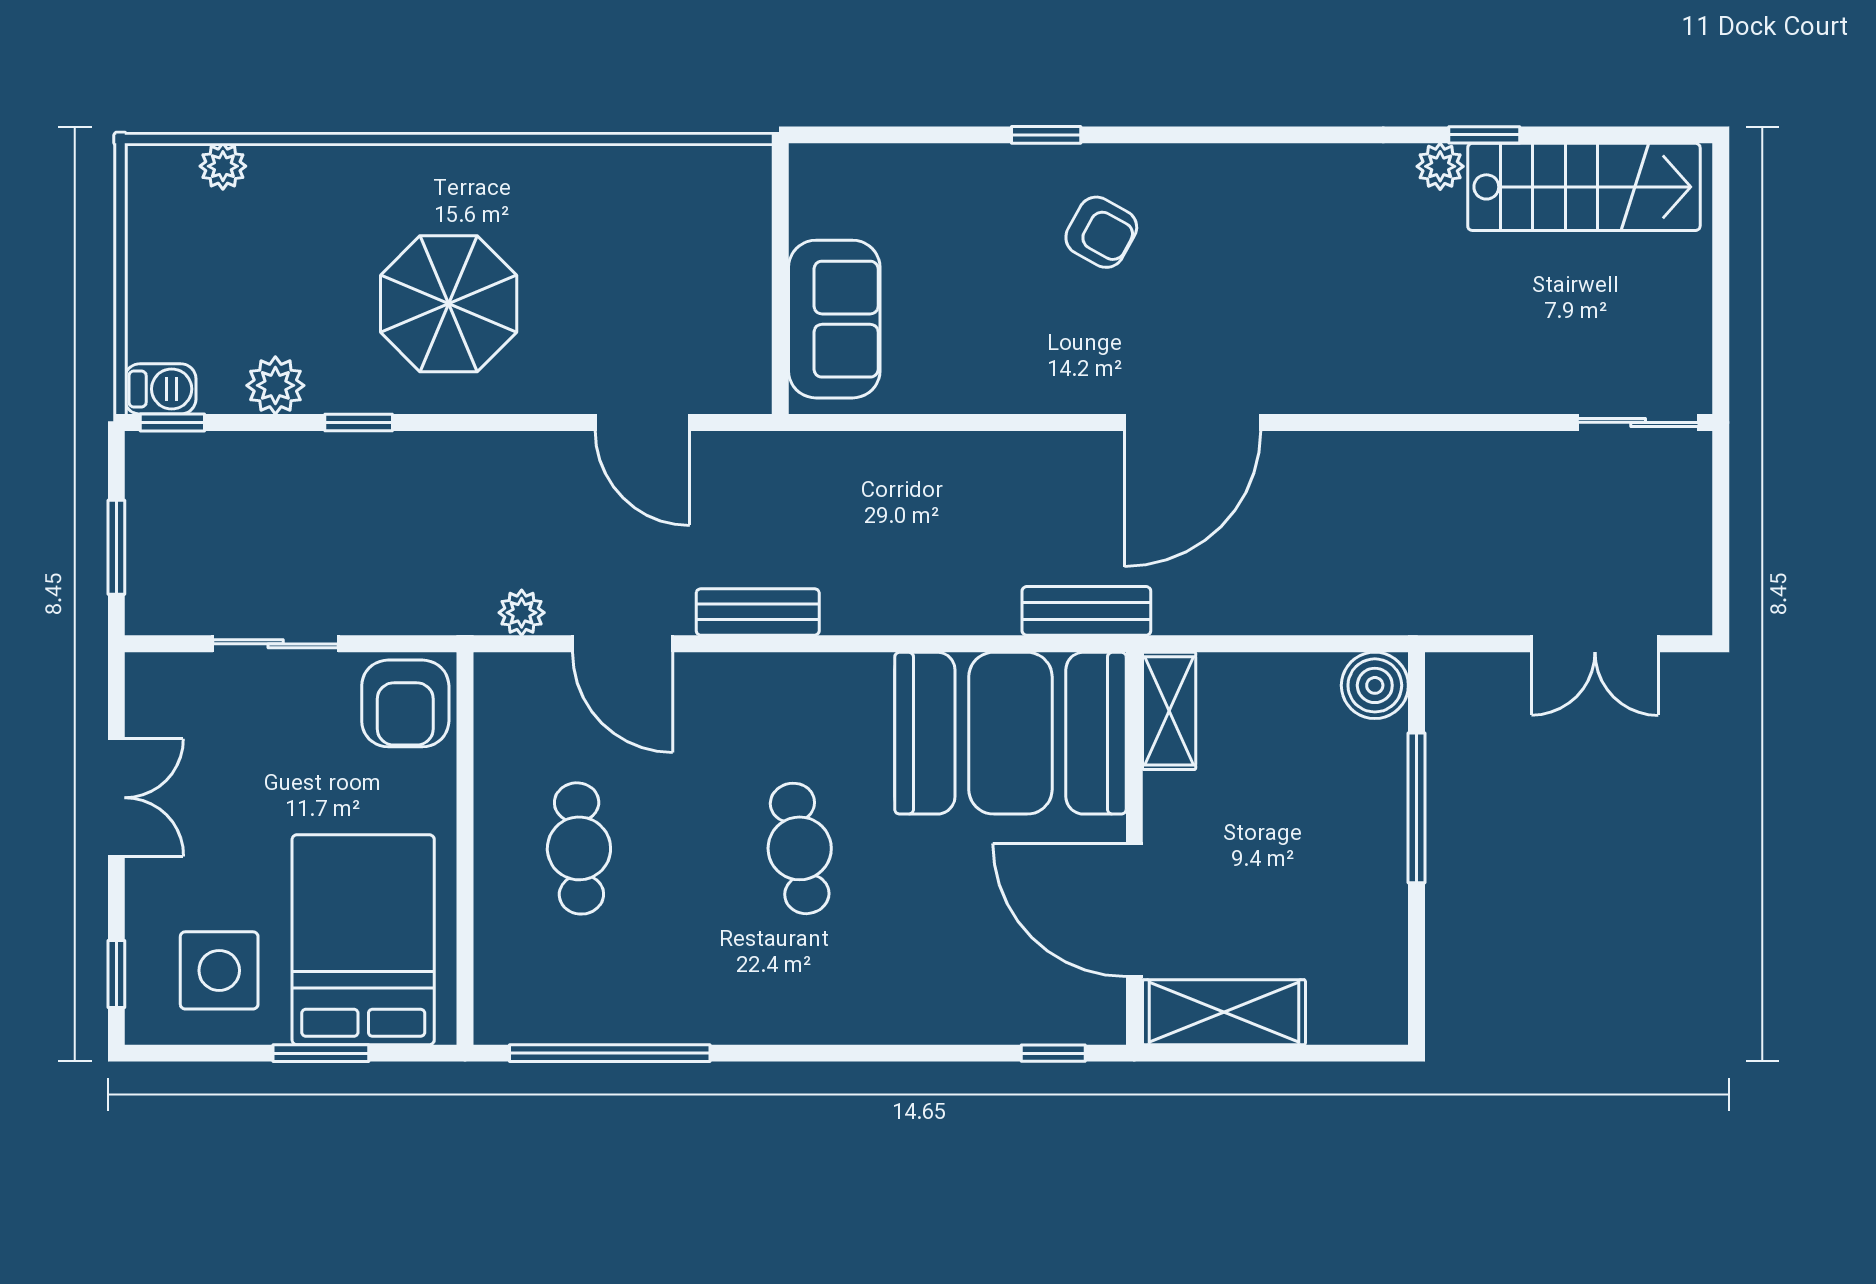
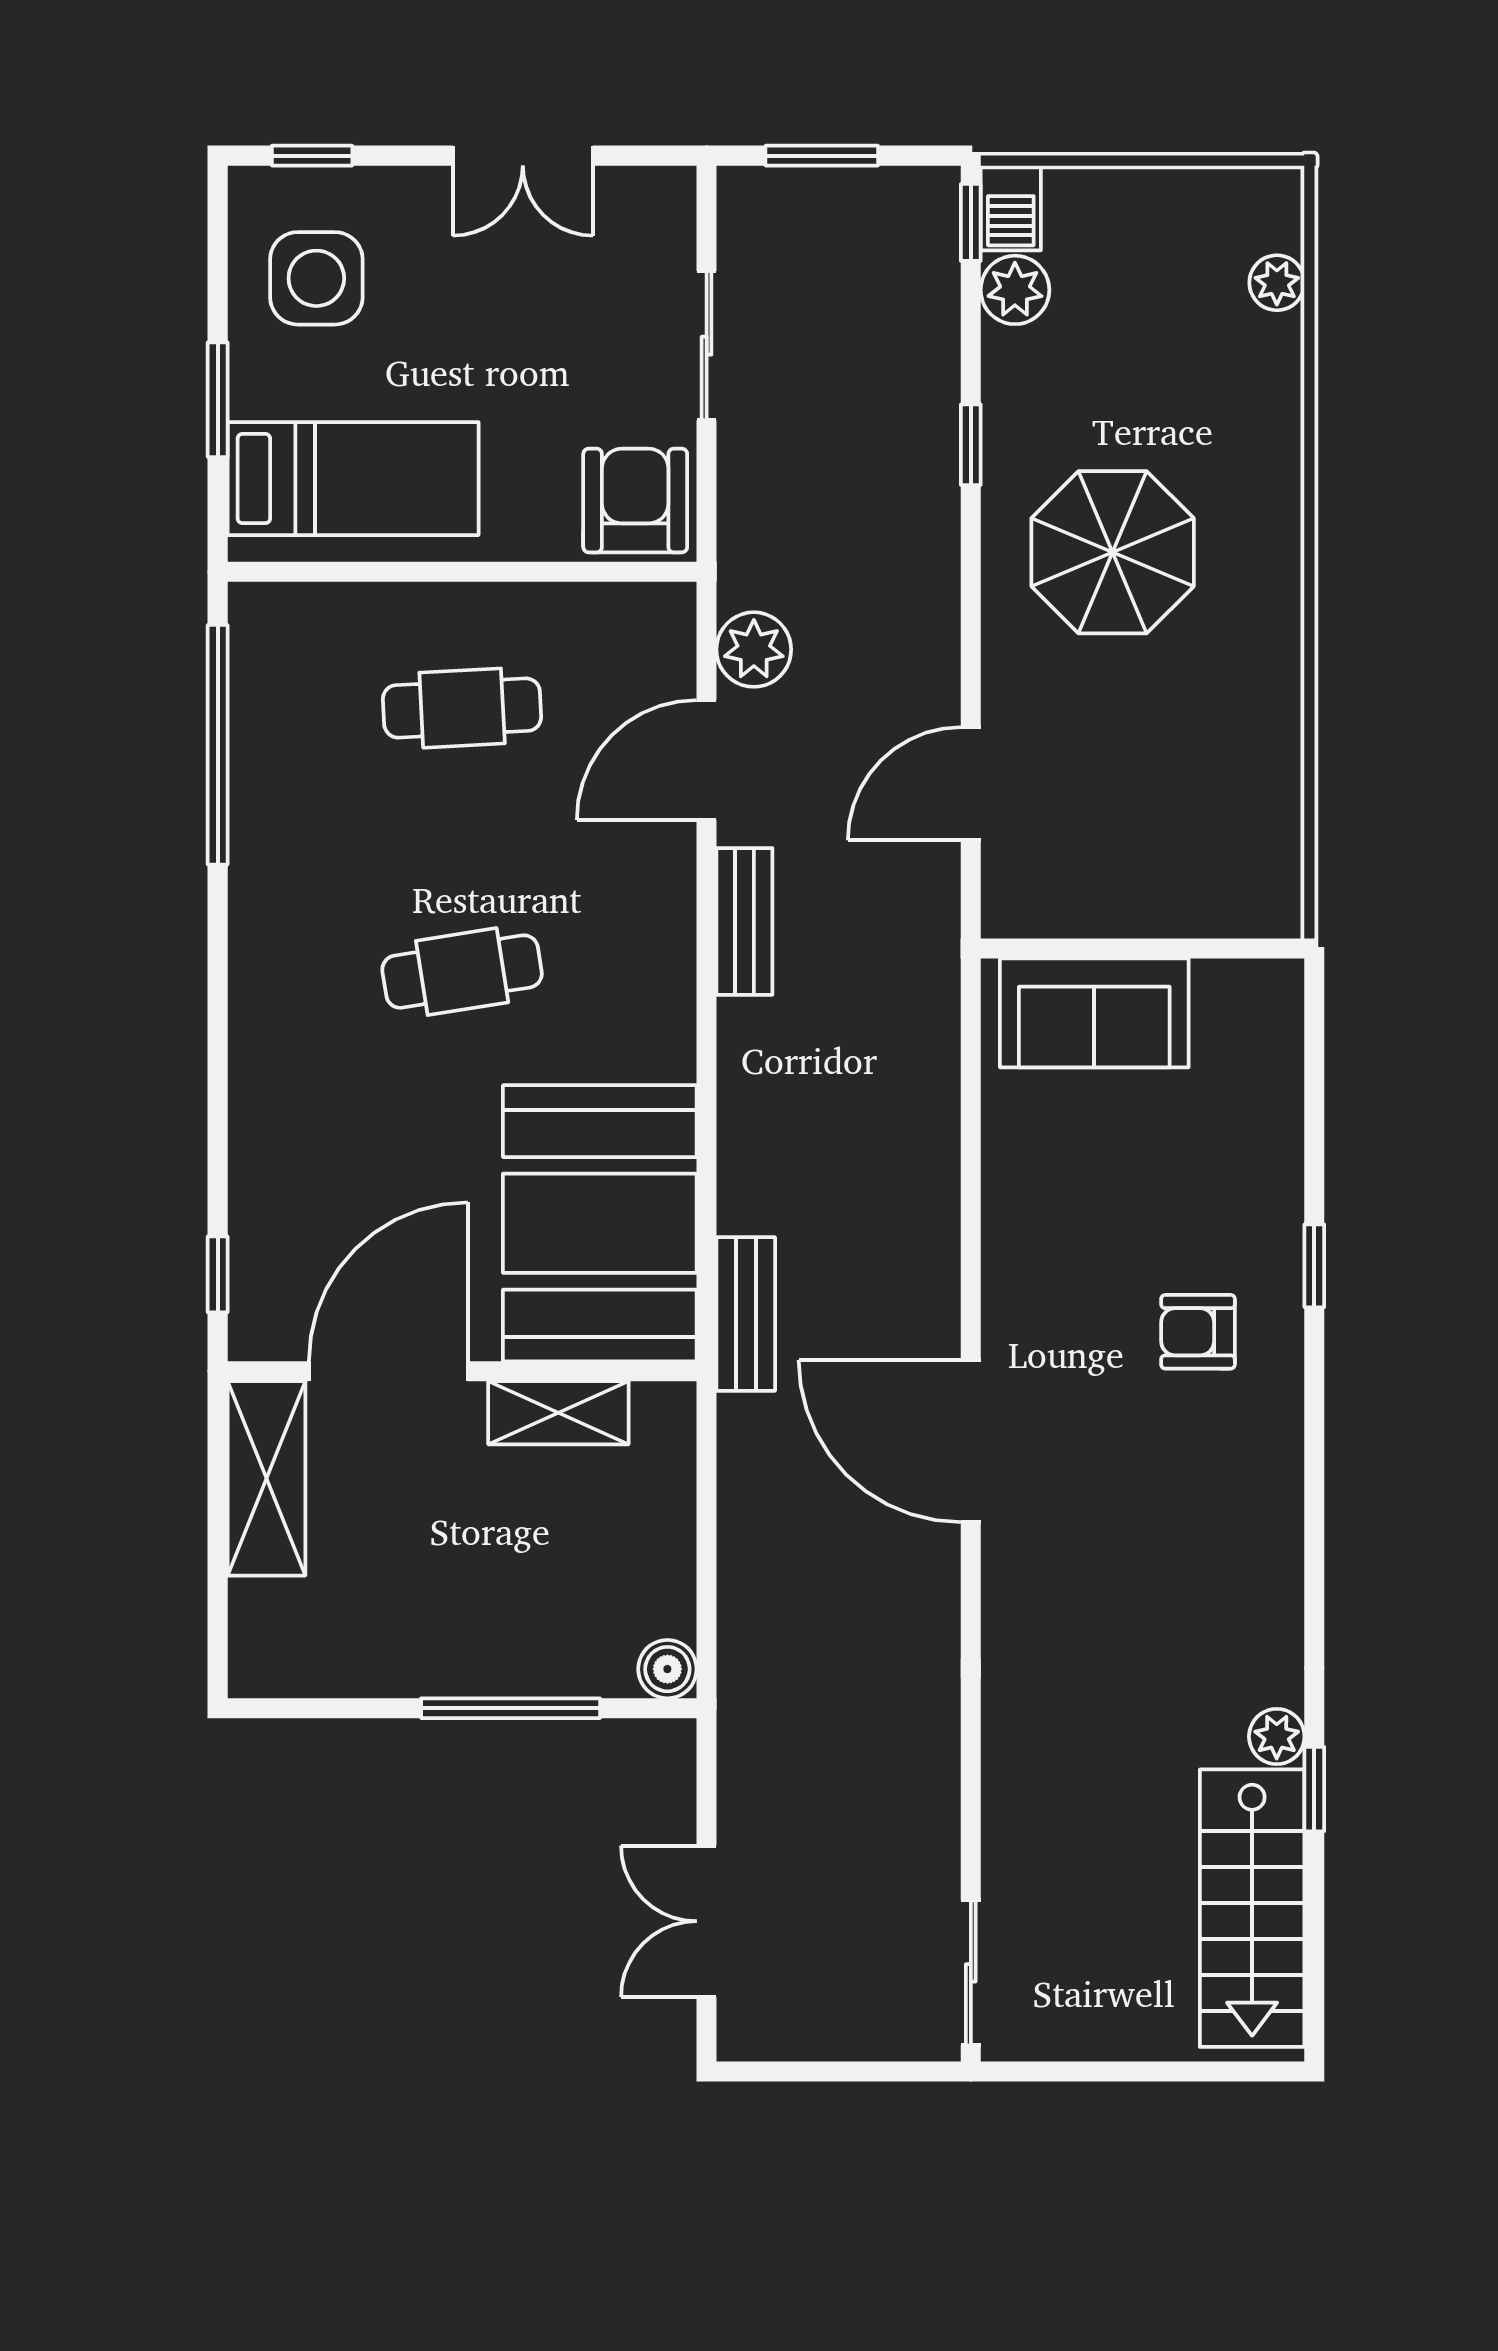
armchair: (1101, 232) -> (1198, 1332), turned 61
plant: (275, 385) -> (1015, 290), moved
plant: (522, 613) -> (754, 650), width x1.38, depth x1.38
boiler: (1375, 685) -> (667, 1669), width x0.73, depth x0.73
armchair: (405, 703) -> (635, 501), turned 90
shelving: (1169, 711) -> (558, 1413), moved
bed: (363, 940) -> (353, 479), width x0.67

